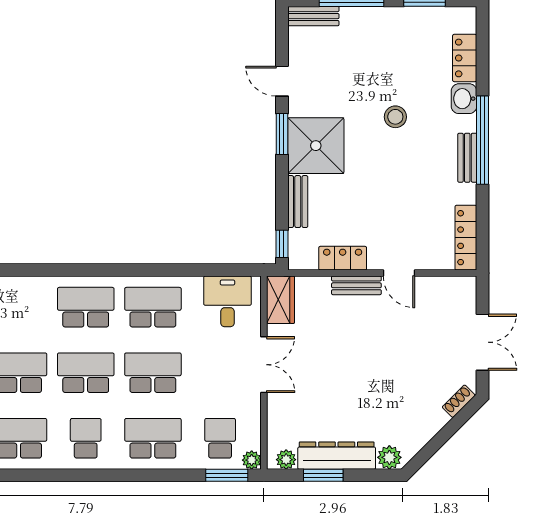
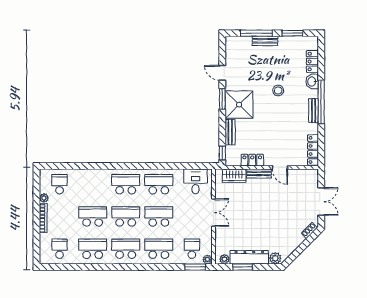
bench: (313, 16) -> (265, 41), moved
wardrobe: (281, 300) -> (234, 176), moved, turned 90
school desk: (86, 438) -> (126, 249), width x1.85

